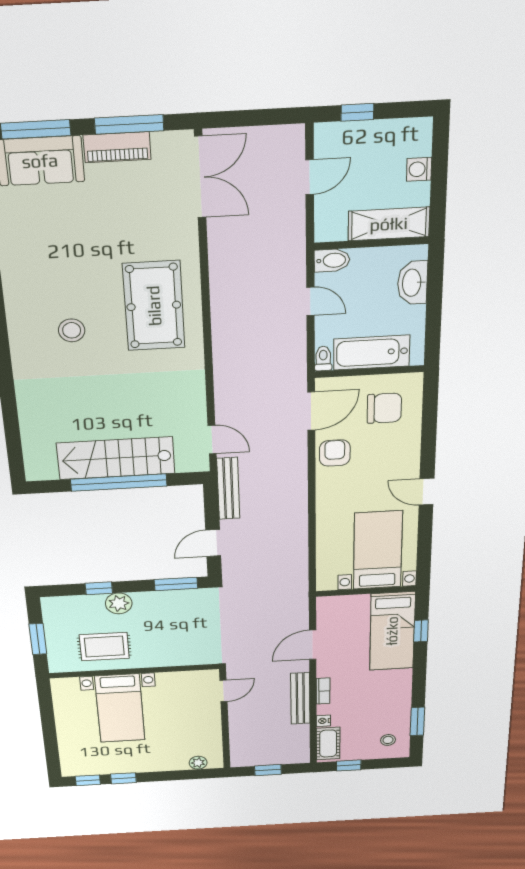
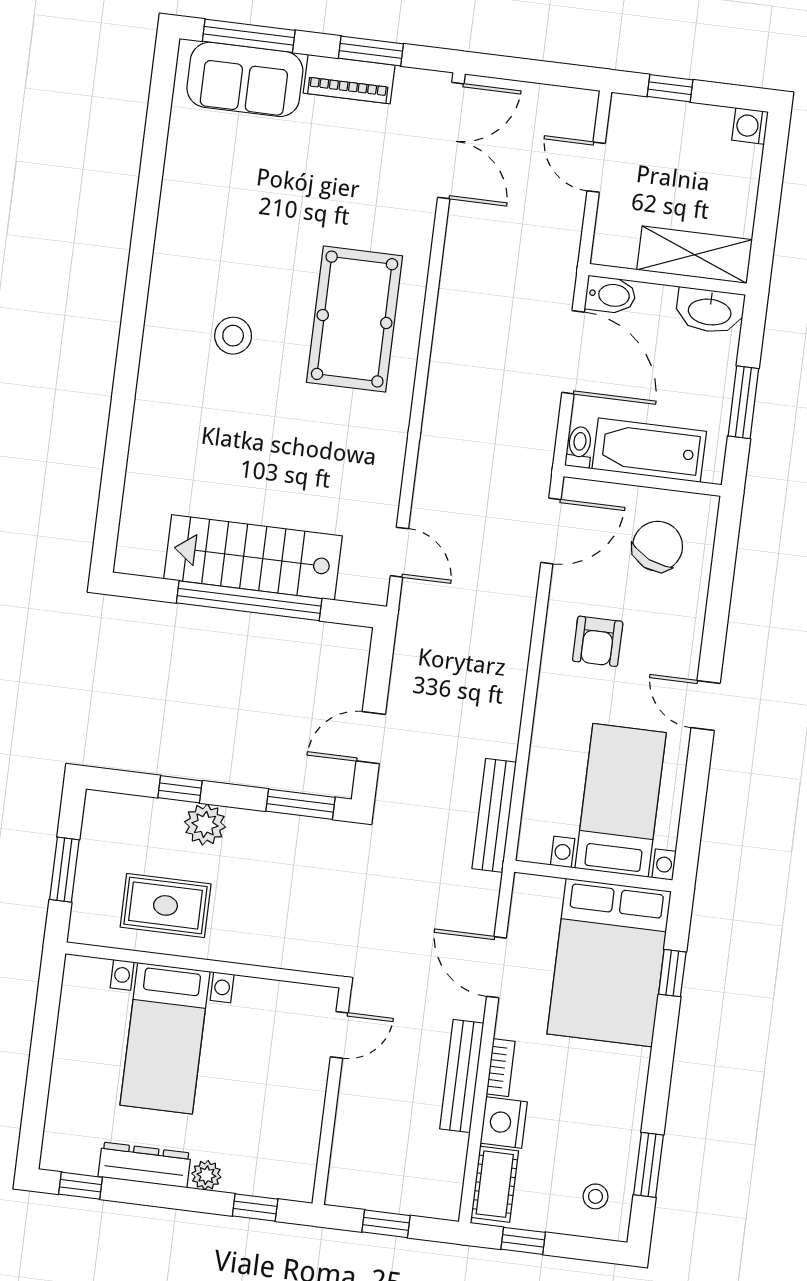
window: (129, 124) -> (371, 51), width x0.69
washing machine: (419, 169) -> (750, 126), moved
door: (310, 177) -> (596, 167), swing flipped
washbasin: (412, 283) -> (710, 311), moved, turned -90
door: (310, 301) -> (573, 352), width x1.88
window: (434, 313) -> (743, 402), added
chair: (384, 408) -> (658, 546), turned -65
armchair: (335, 453) -> (598, 641), moved, turned 180
bench: (228, 489) -> (494, 815), moved
bed: (392, 631) -> (609, 963), width x1.50
door: (313, 645) -> (496, 967), hinge flipped
nightstand: (323, 721) -> (504, 1122), width x1.89, depth x1.79
plant: (198, 763) -> (206, 1175), moved
dresser: (122, 766) -> (144, 1165), added
window: (123, 778) -> (255, 1207), moved

